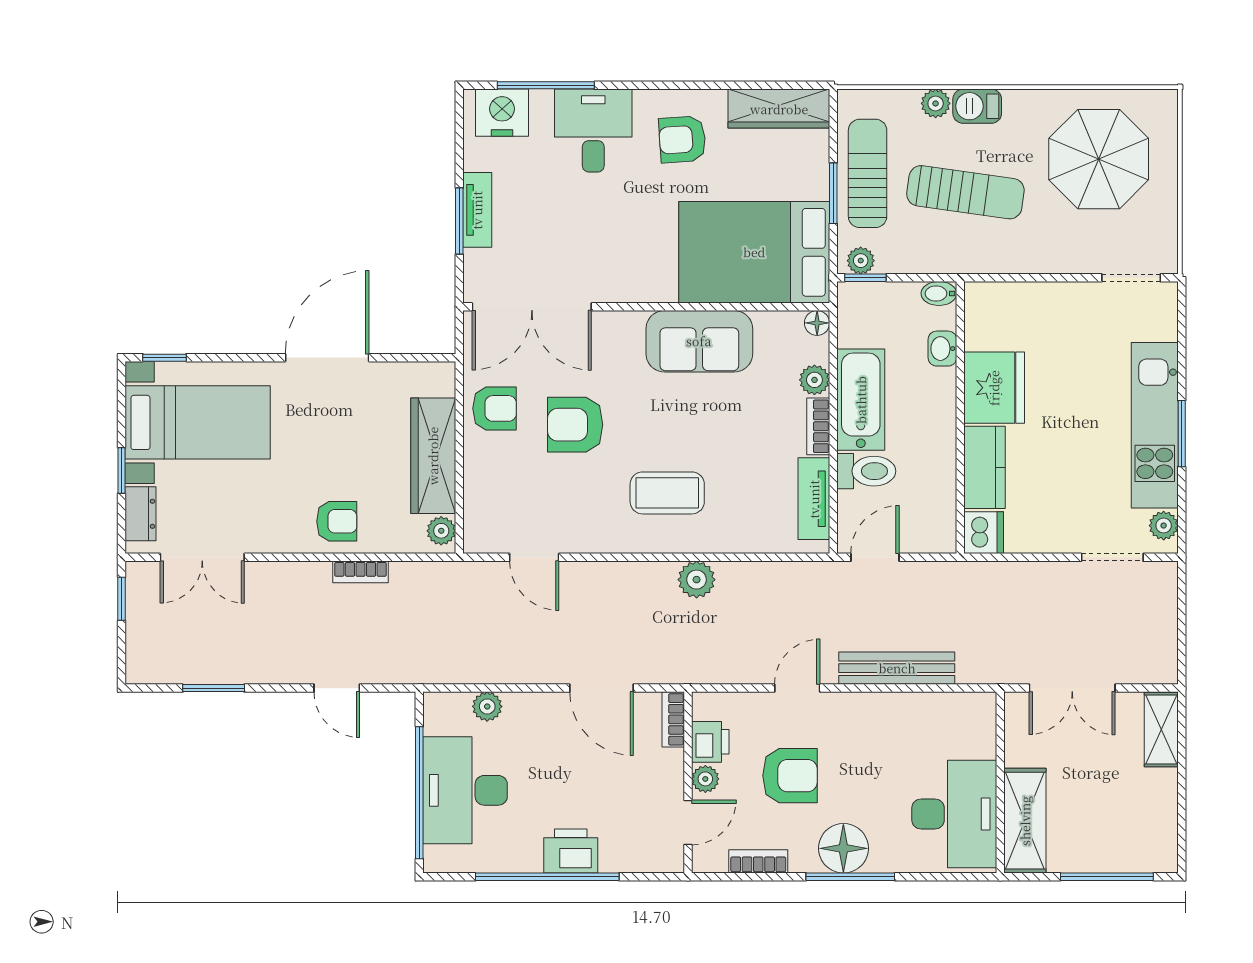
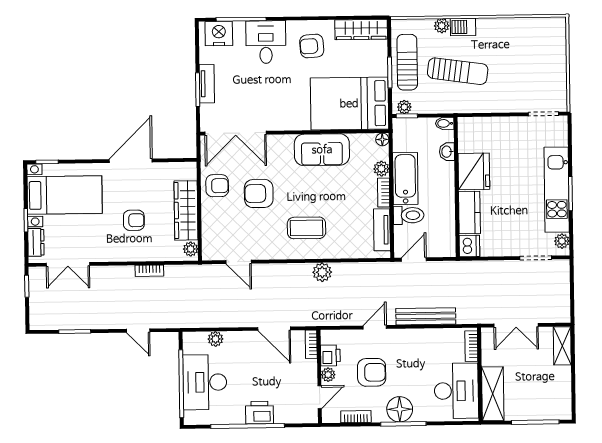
parasol: (1099, 159) -> (526, 53), removed
armchair: (337, 521) -> (134, 220), moved
bookcase: (985, 727) -> (471, 346), added

